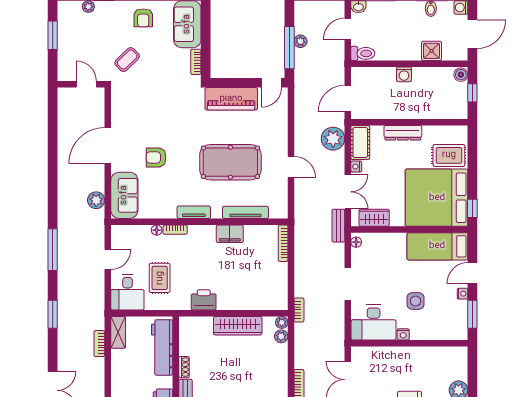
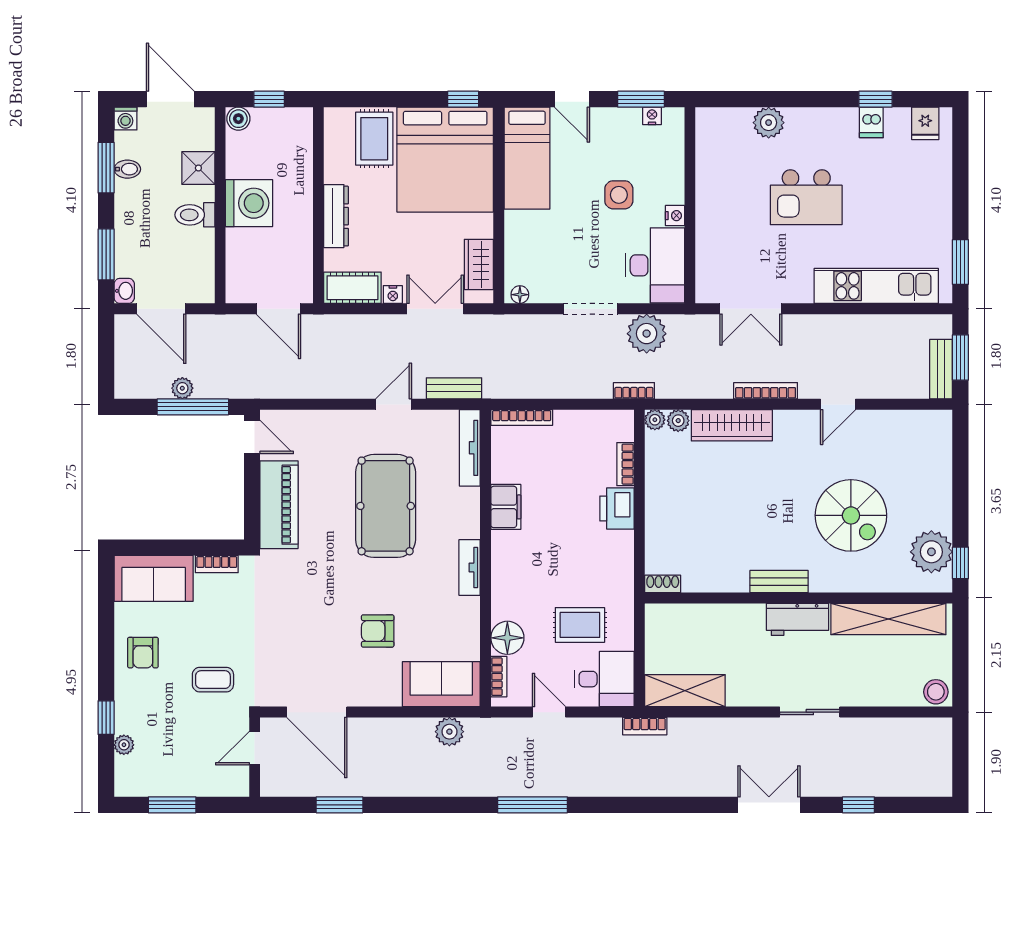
armchair: (143, 18) -> (143, 653), turned 90
door: (348, 29) -> (161, 309), width x1.38
toilet: (363, 53) -> (195, 215), moved, turned -90
coffee table: (127, 60) -> (213, 680), turned -46
washing machine: (404, 74) -> (249, 203), width x1.89, depth x1.89
plant: (333, 139) -> (647, 334), moved
door: (108, 146) -> (317, 712), moved
armchair: (156, 157) -> (378, 631), turned 90
tv unit: (245, 212) -> (470, 448), moved
bench: (338, 226) -> (454, 388), moved
floor lamp: (157, 230) -> (507, 638), width x1.89, depth x1.89
bookcase: (175, 230) -> (499, 677), moved
nightstand: (462, 294) -> (652, 116), moved
printer: (204, 300) -> (617, 508), moved
bookcase: (255, 305) -> (625, 464), added
window: (53, 314) -> (339, 805), moved
wardrobe: (238, 326) -> (732, 425), moved, turned 90
shelving: (118, 332) -> (685, 691), width x1.50, depth x1.33
bookcase: (99, 344) -> (645, 726), moved
workbench: (162, 347) -> (697, 621), removed
shoe rack: (184, 367) -> (663, 584), moved

